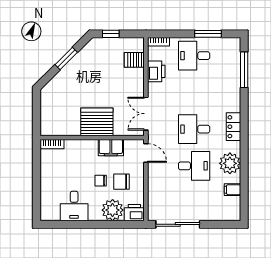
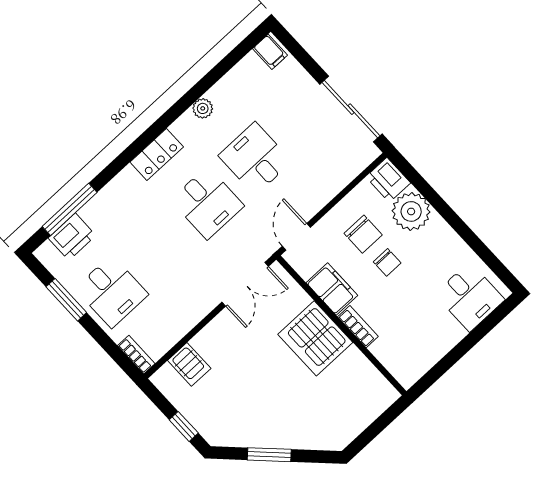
printer: (156, 71) -> (72, 237), moved, turned 180
bookcase: (52, 144) -> (358, 327), moved
plant: (230, 163) -> (203, 108), width x0.53, depth x0.53
filing cabinet: (232, 190) -> (270, 52), moved
desk: (74, 206) -> (470, 297), moved, turned 90

